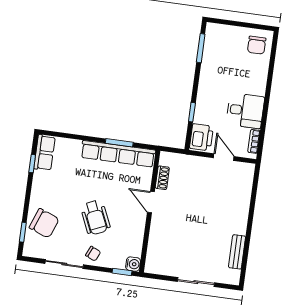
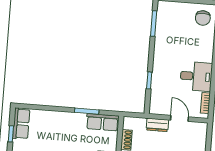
printer: (201, 137) -> (159, 102), removed
row of seats: (118, 154) -> (102, 122), width x0.50
dresser: (198, 163) -> (157, 125), added

